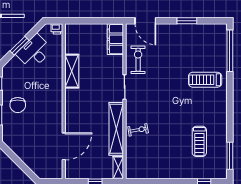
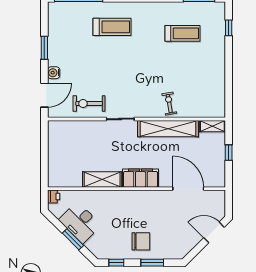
water cooler: (165, 29) -> (54, 73), added
filing cabinet: (115, 39) -> (141, 178), moved, turned 180
treadmill: (205, 80) -> (112, 27), turned -90
door: (25, 169) -> (214, 232), added

